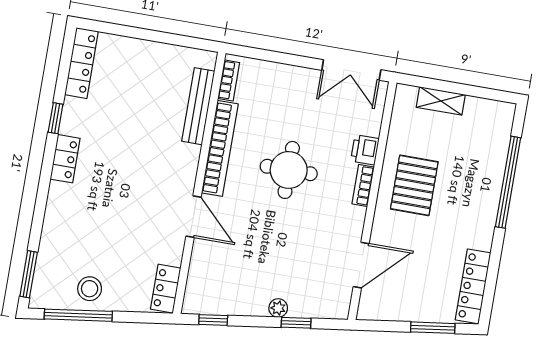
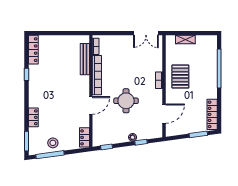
printer: (365, 150) -> (157, 65), removed
locker: (65, 159) -> (33, 117), moved
round table: (289, 170) -> (126, 101), moved
door: (193, 217) -> (91, 105), hinge flipped

